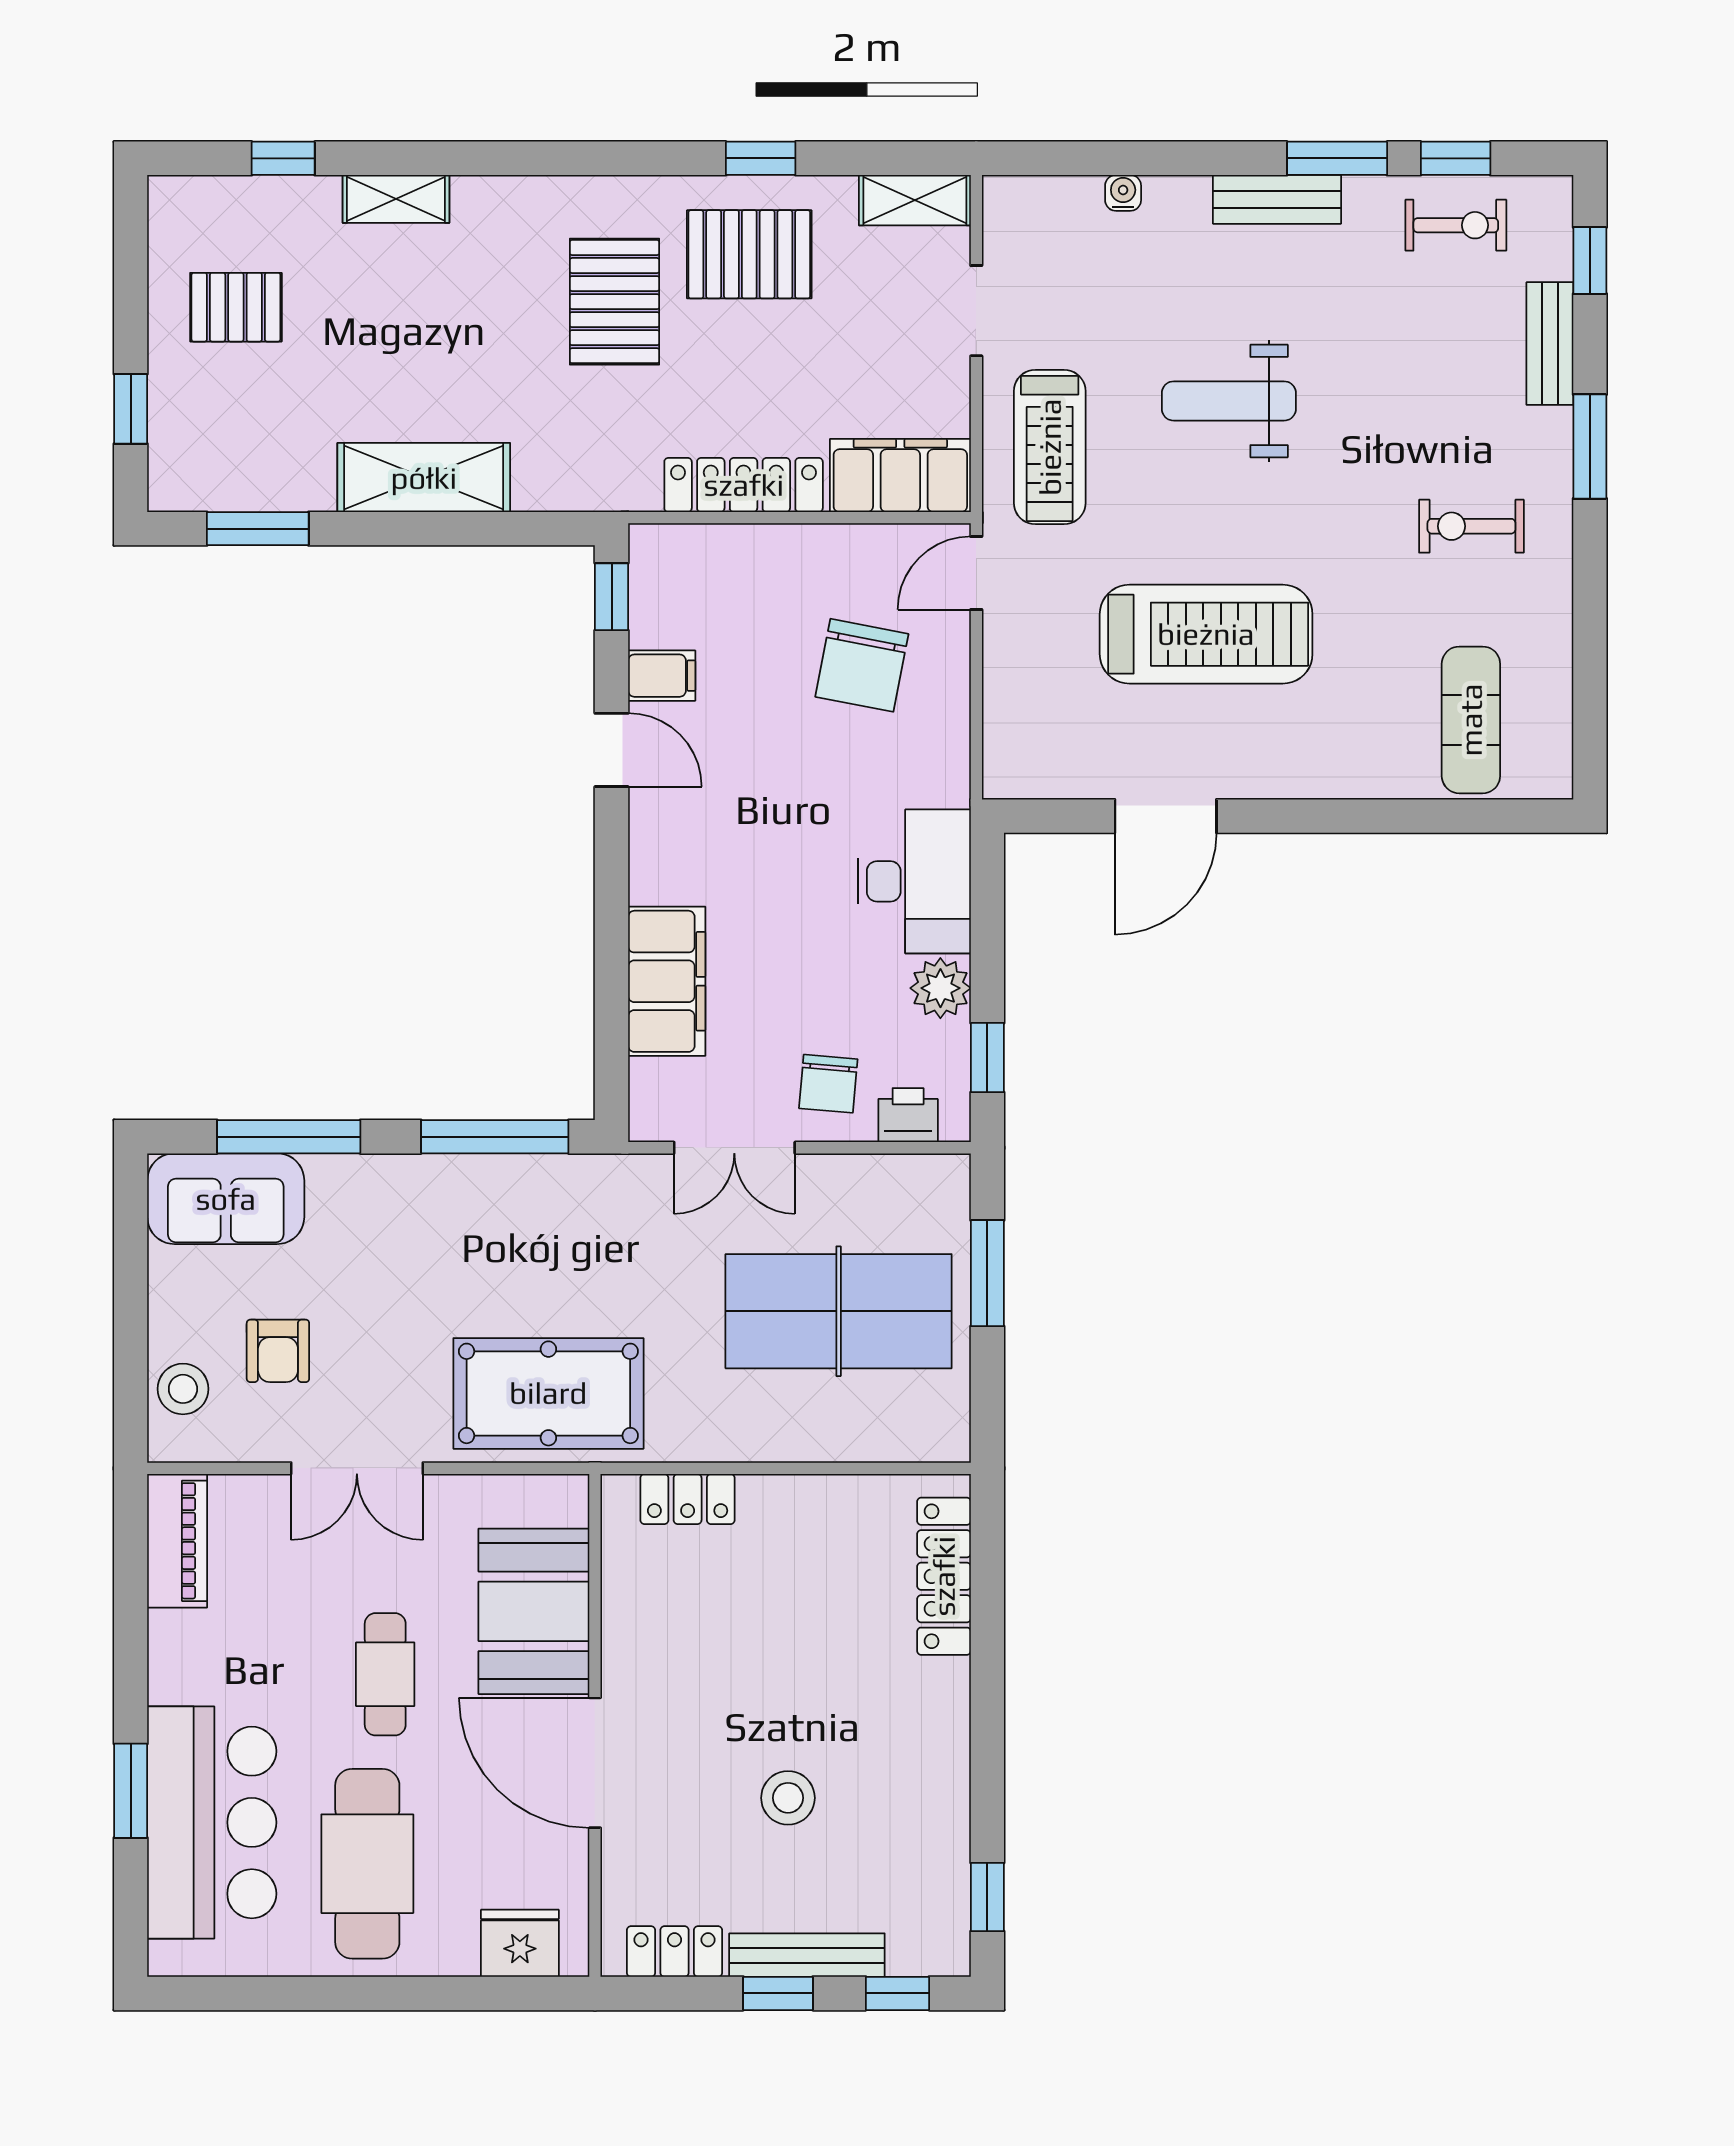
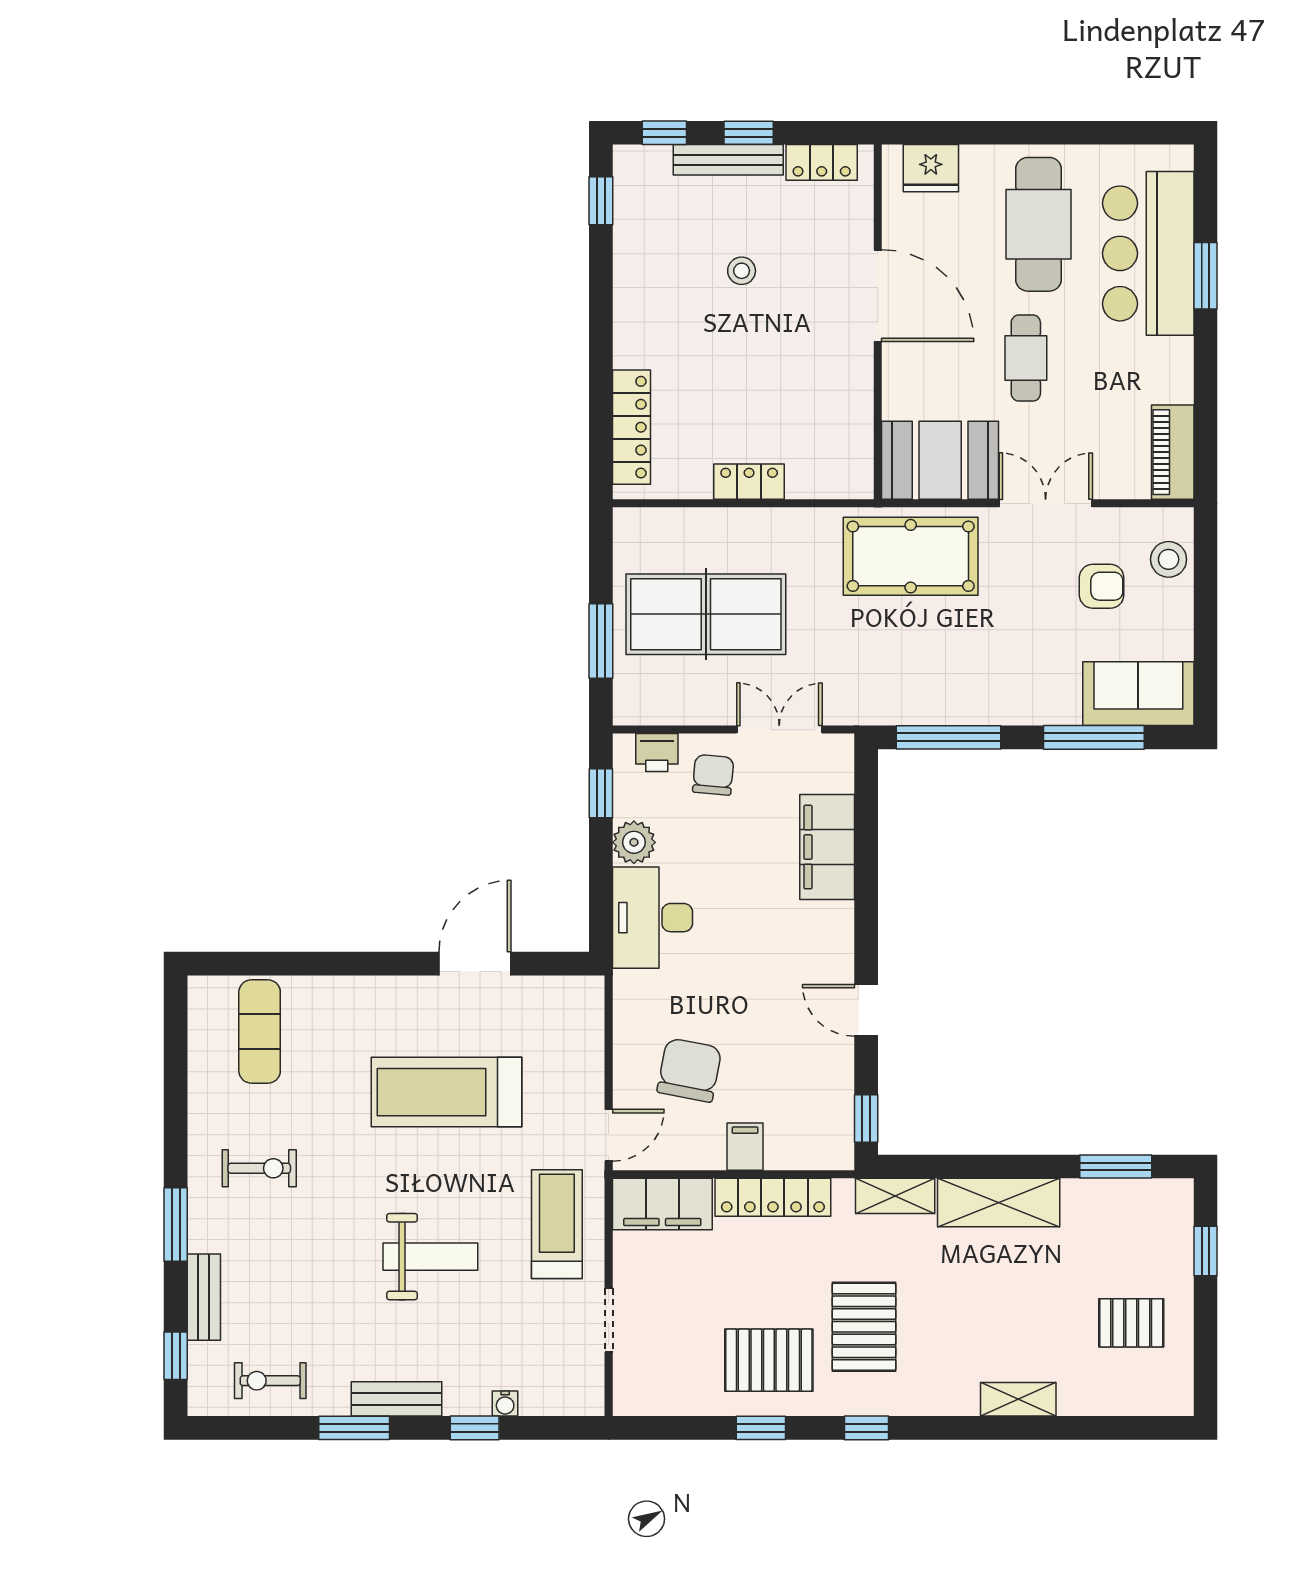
window: (283, 158) -> (866, 1428), moved
window: (1456, 158) -> (475, 1428), moved
shelving: (915, 200) -> (895, 1196), moved
filing cabinet: (662, 676) -> (745, 1147), moved, turned 90
armchair: (278, 1351) -> (1102, 586), turned 90
locker: (688, 1499) -> (749, 482), moved
booth: (534, 1611) -> (940, 460), moved, turned 90
stool: (788, 1798) -> (742, 271), width x0.73, depth x0.73

